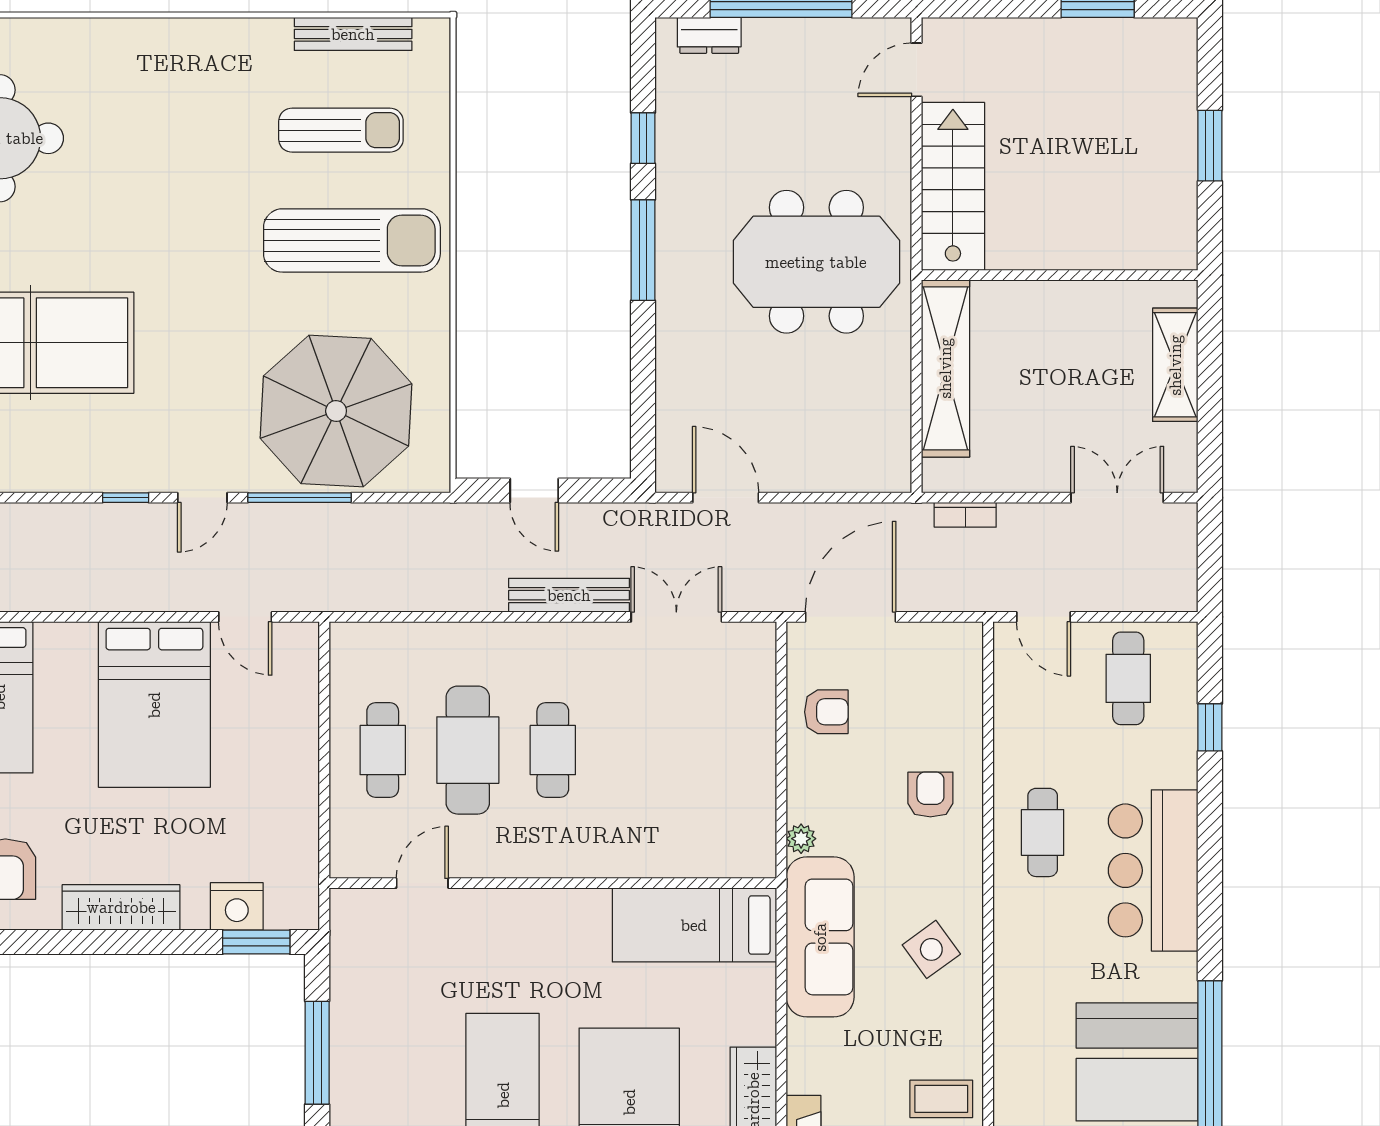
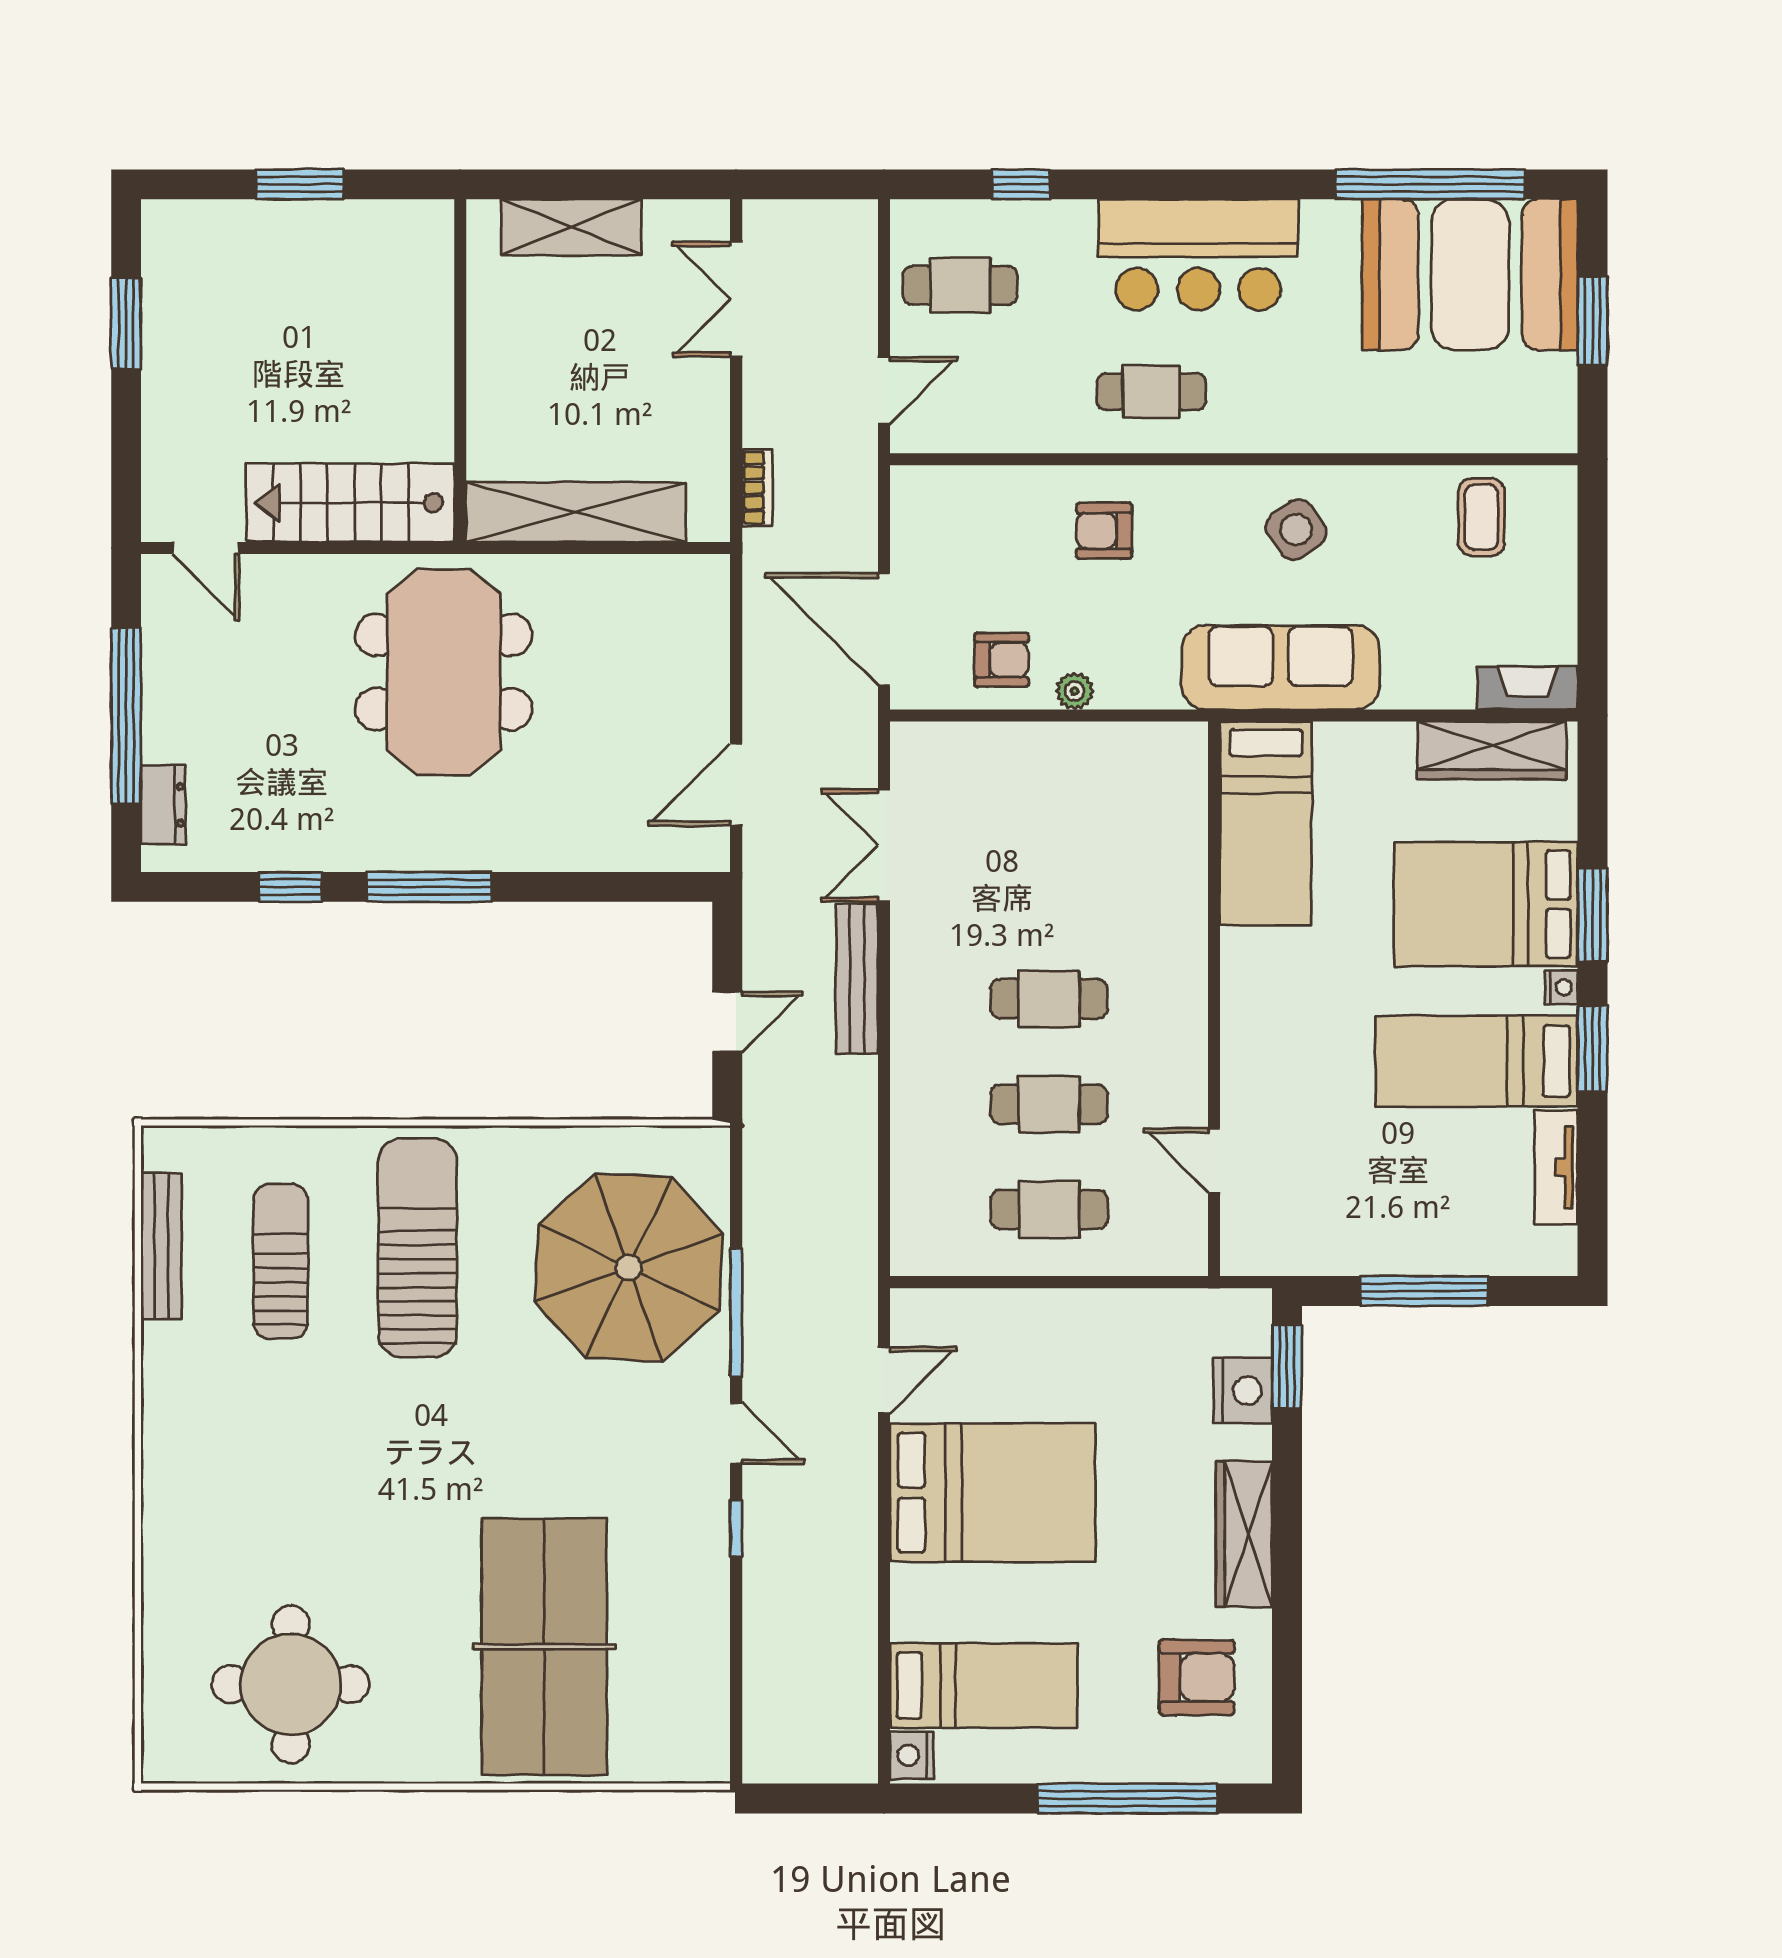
armchair: (826, 712) -> (1002, 660), turned 90
cafe table: (468, 750) -> (1049, 1104), width x0.73, depth x0.74
plant: (801, 839) -> (1074, 691), moved

